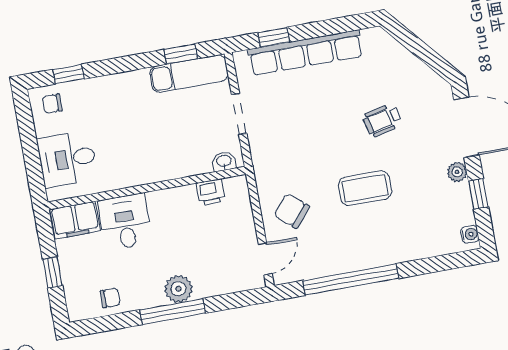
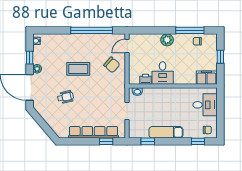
exam couch: (189, 74) -> (166, 132), moved
desk: (125, 222) -> (163, 73), moved
window: (173, 312) -> (190, 30), moved

